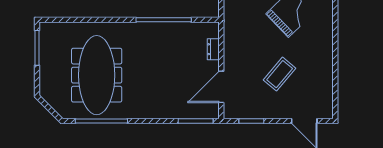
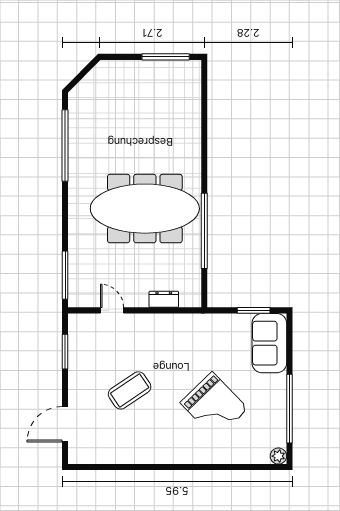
coffee table: (280, 74) -> (130, 390), turned -74
meeting table: (97, 75) -> (145, 209), moved
door: (221, 87) -> (112, 310), width x0.53

